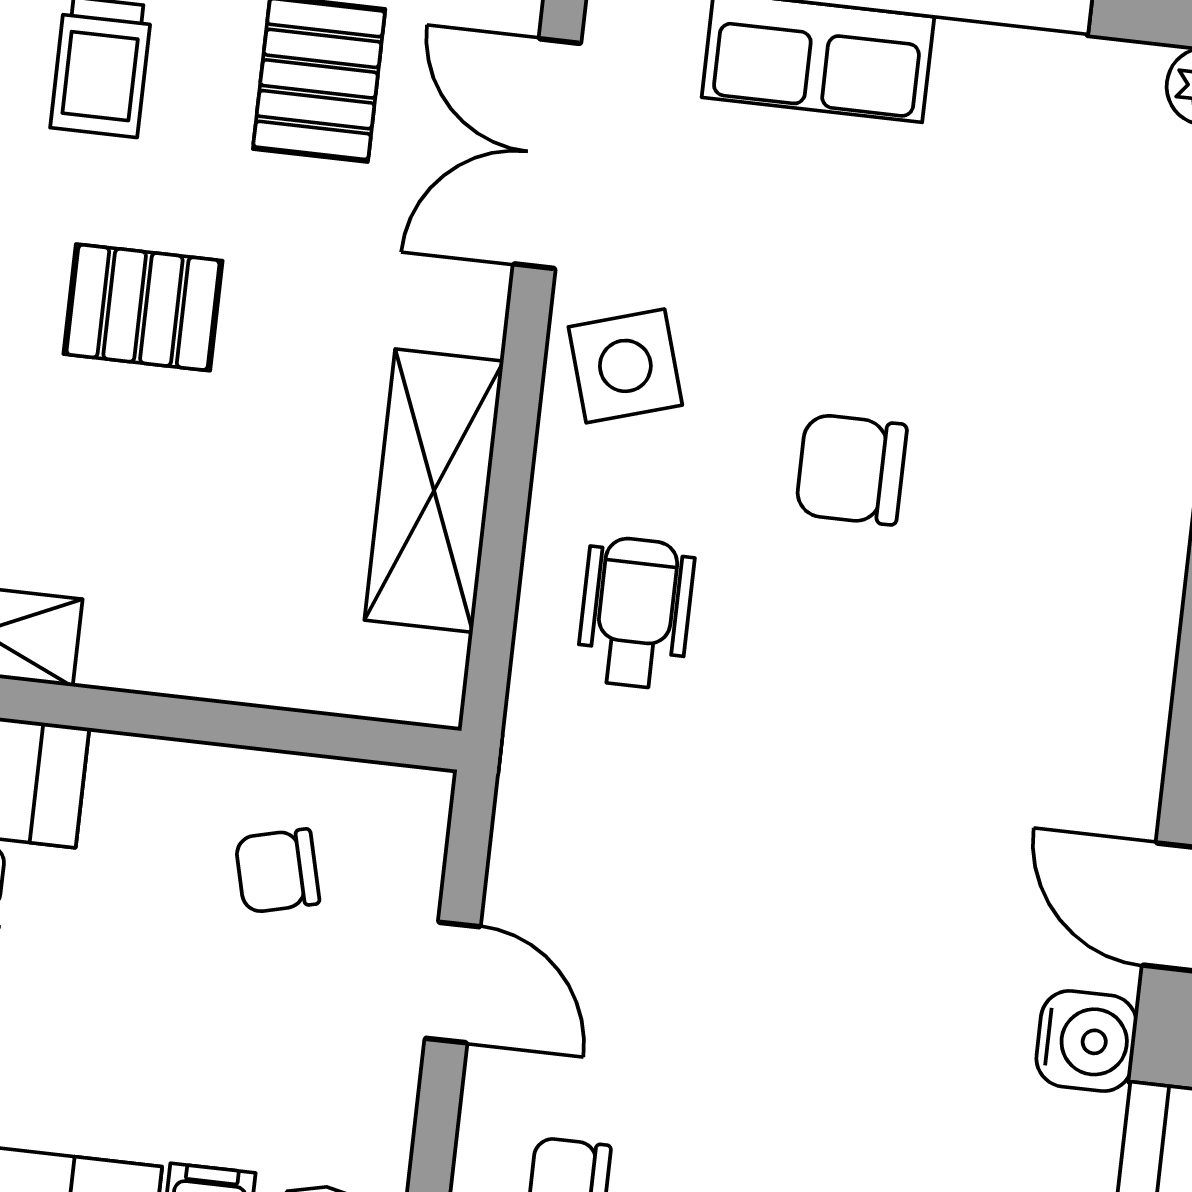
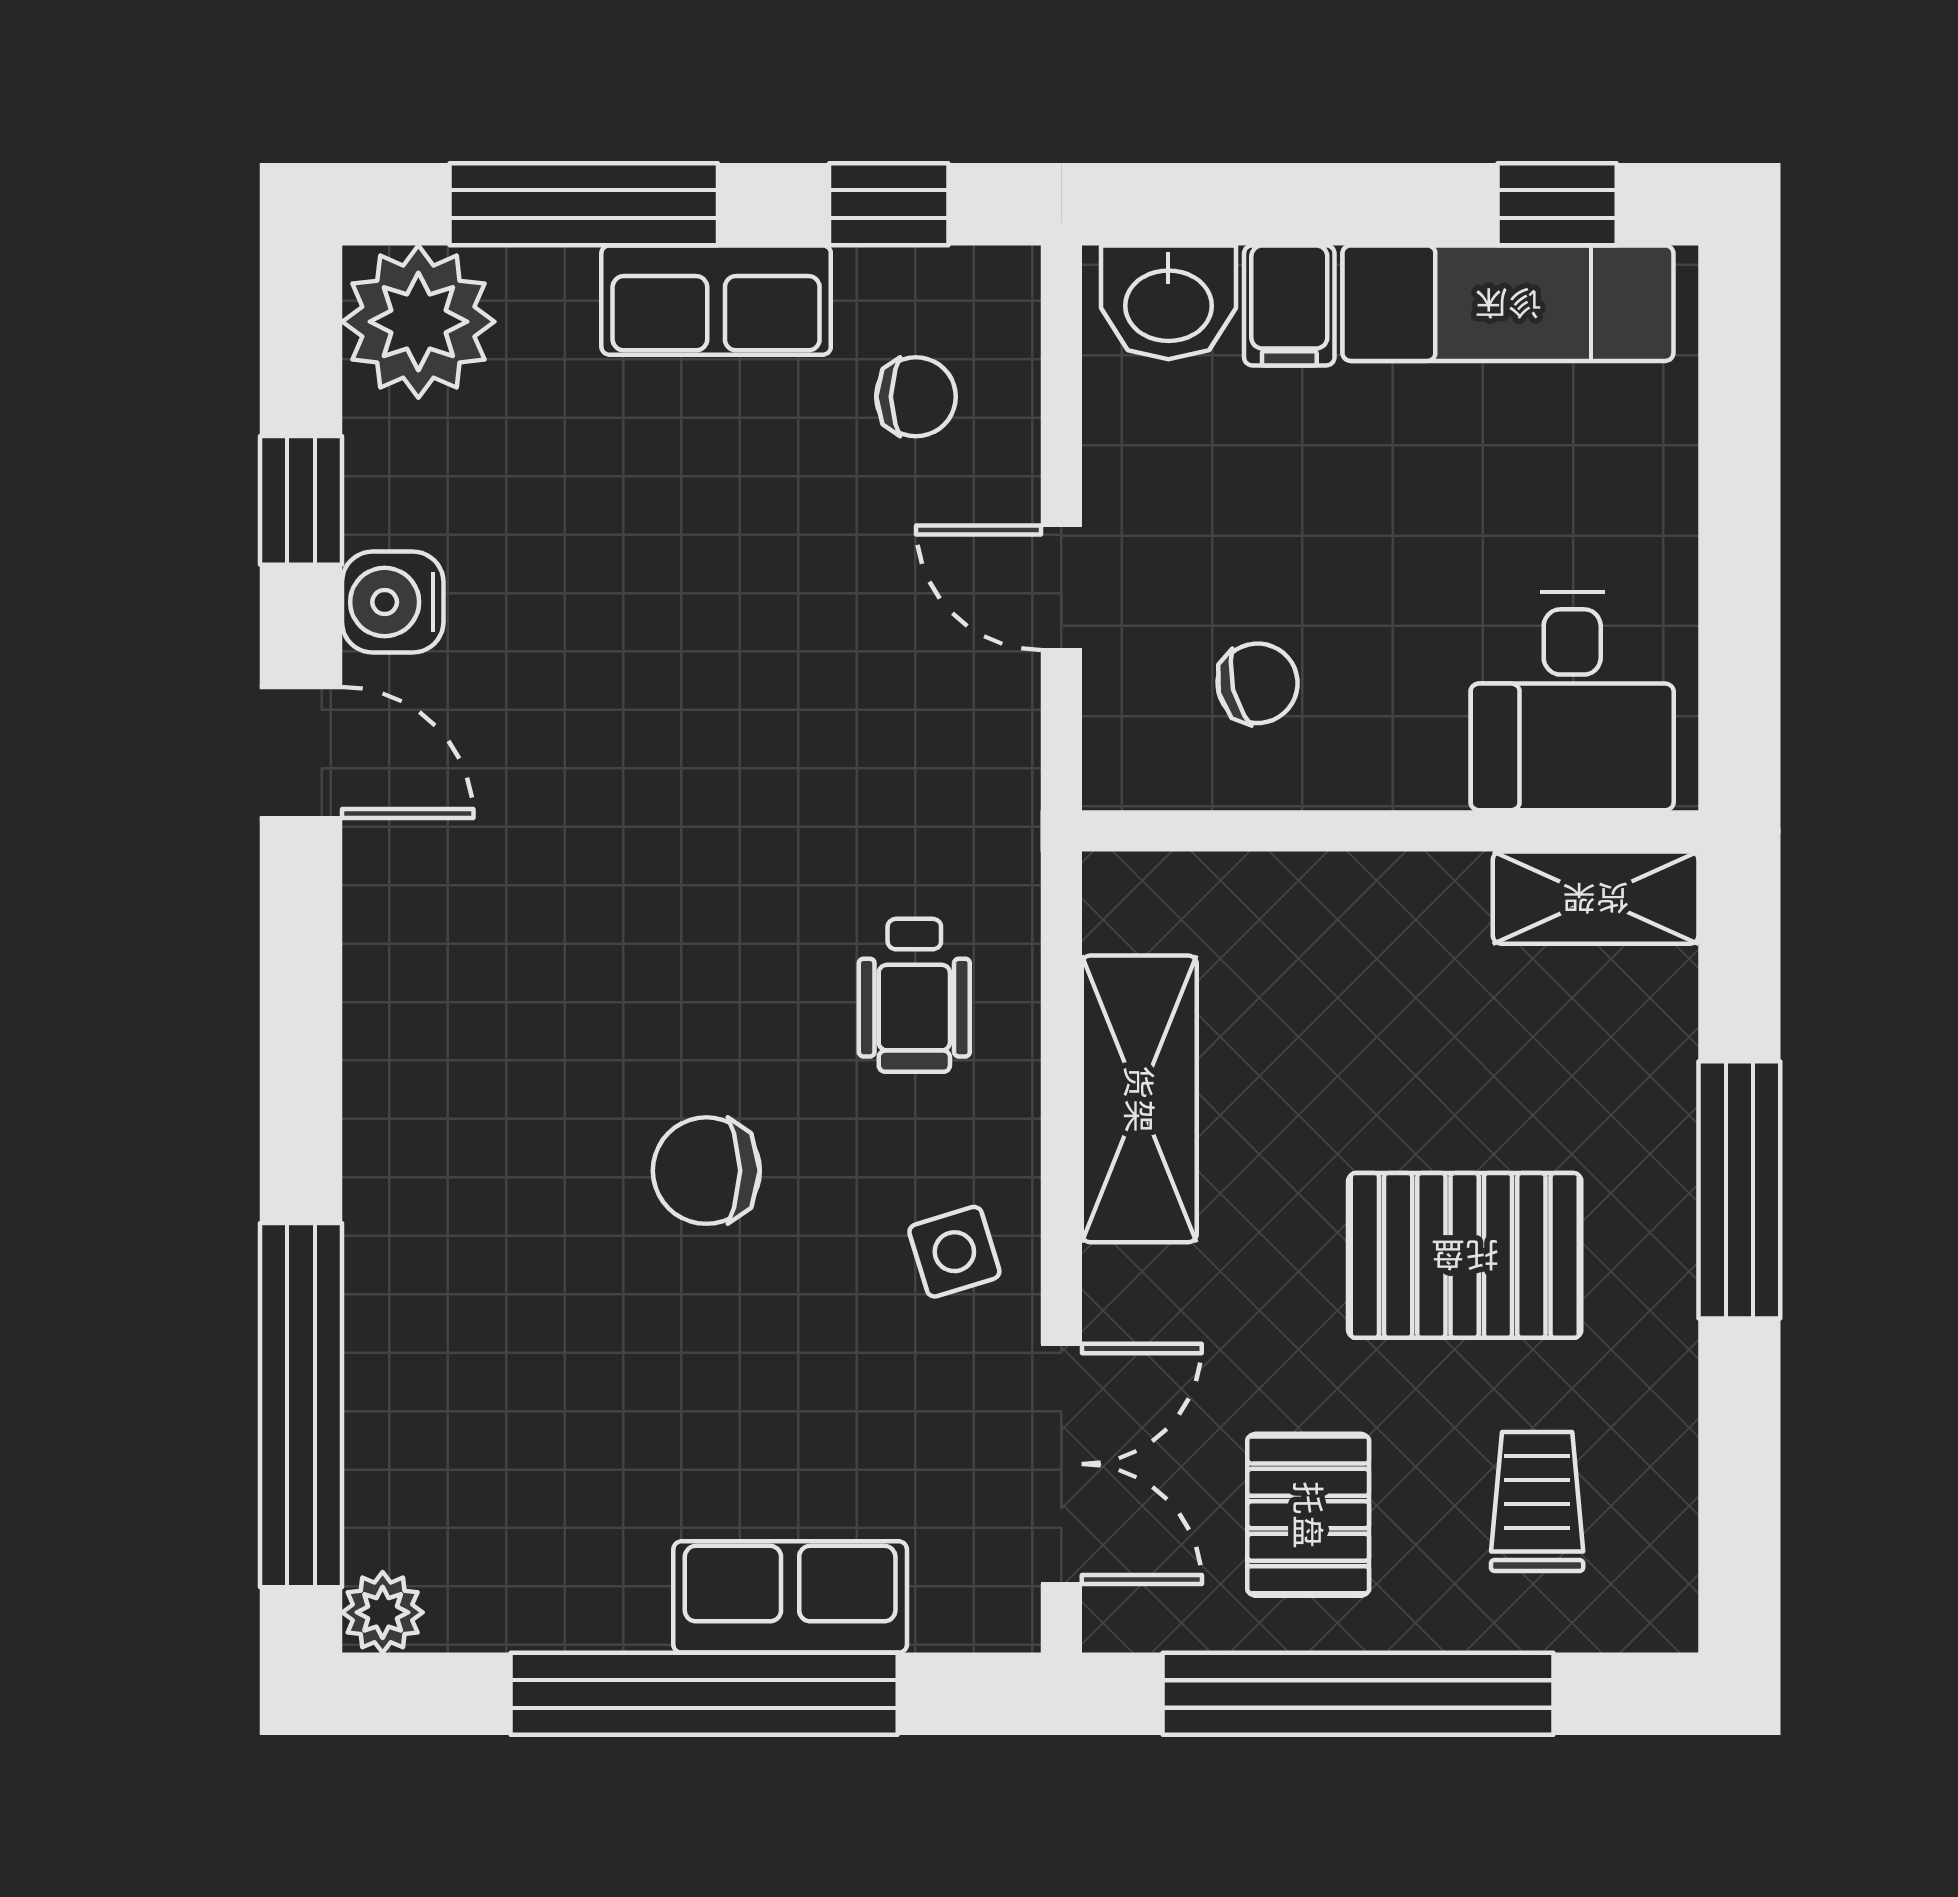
pallet: (143, 307) -> (1465, 1255), width x1.50, depth x1.42
side table: (625, 366) -> (954, 1252), width x0.73, depth x0.73
chair: (851, 469) -> (706, 1171), turned 180

